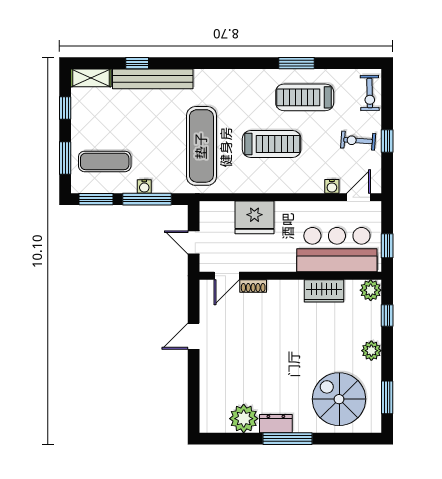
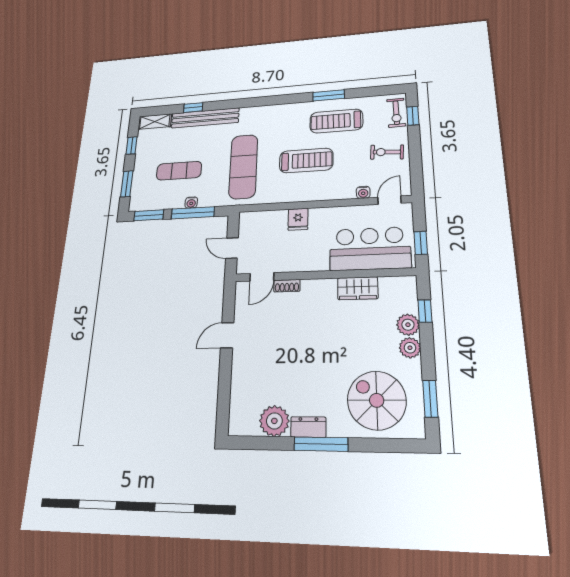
window: (387, 141) -> (413, 116), moved
exercise mat: (105, 161) -> (179, 171), moved
fridge: (254, 217) -> (298, 219), width x0.53, depth x0.75
plant: (371, 290) -> (408, 325), moved

